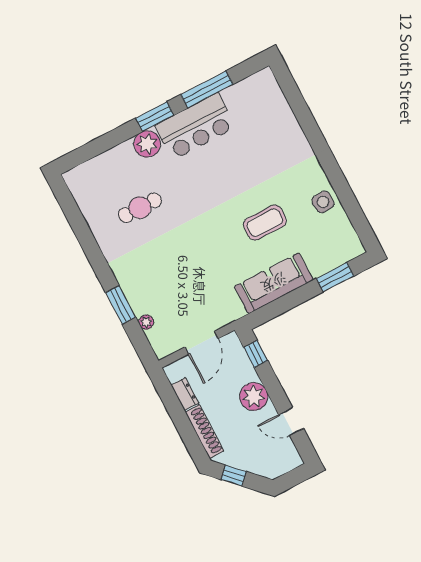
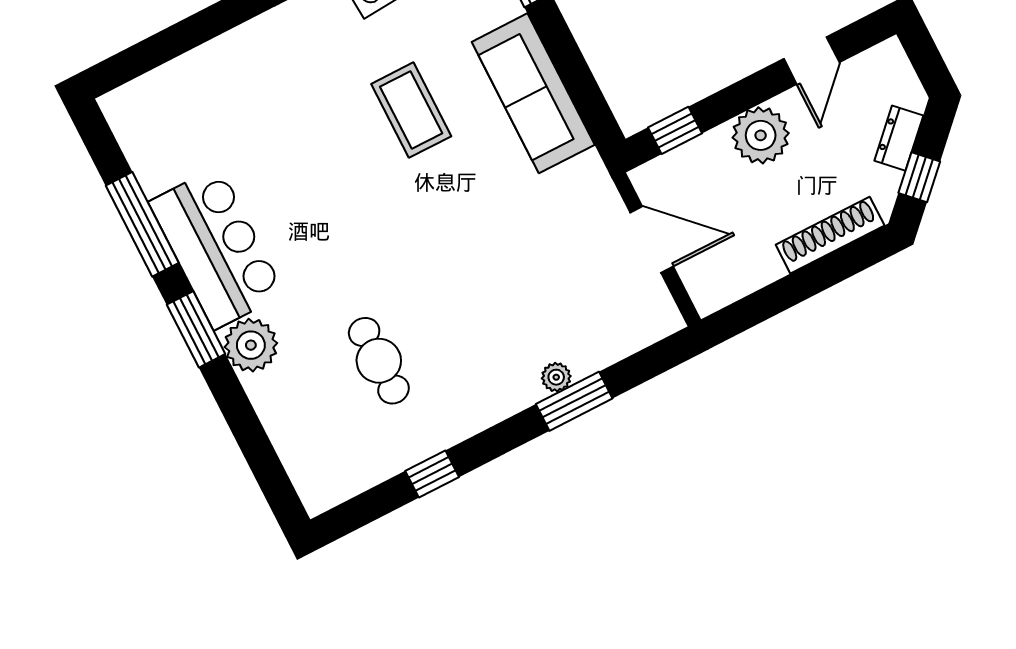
window: (84, 235) -> (432, 474), added
plant: (146, 322) -> (556, 377), moved
dresser: (185, 394) -> (899, 138), moved, turned -45

